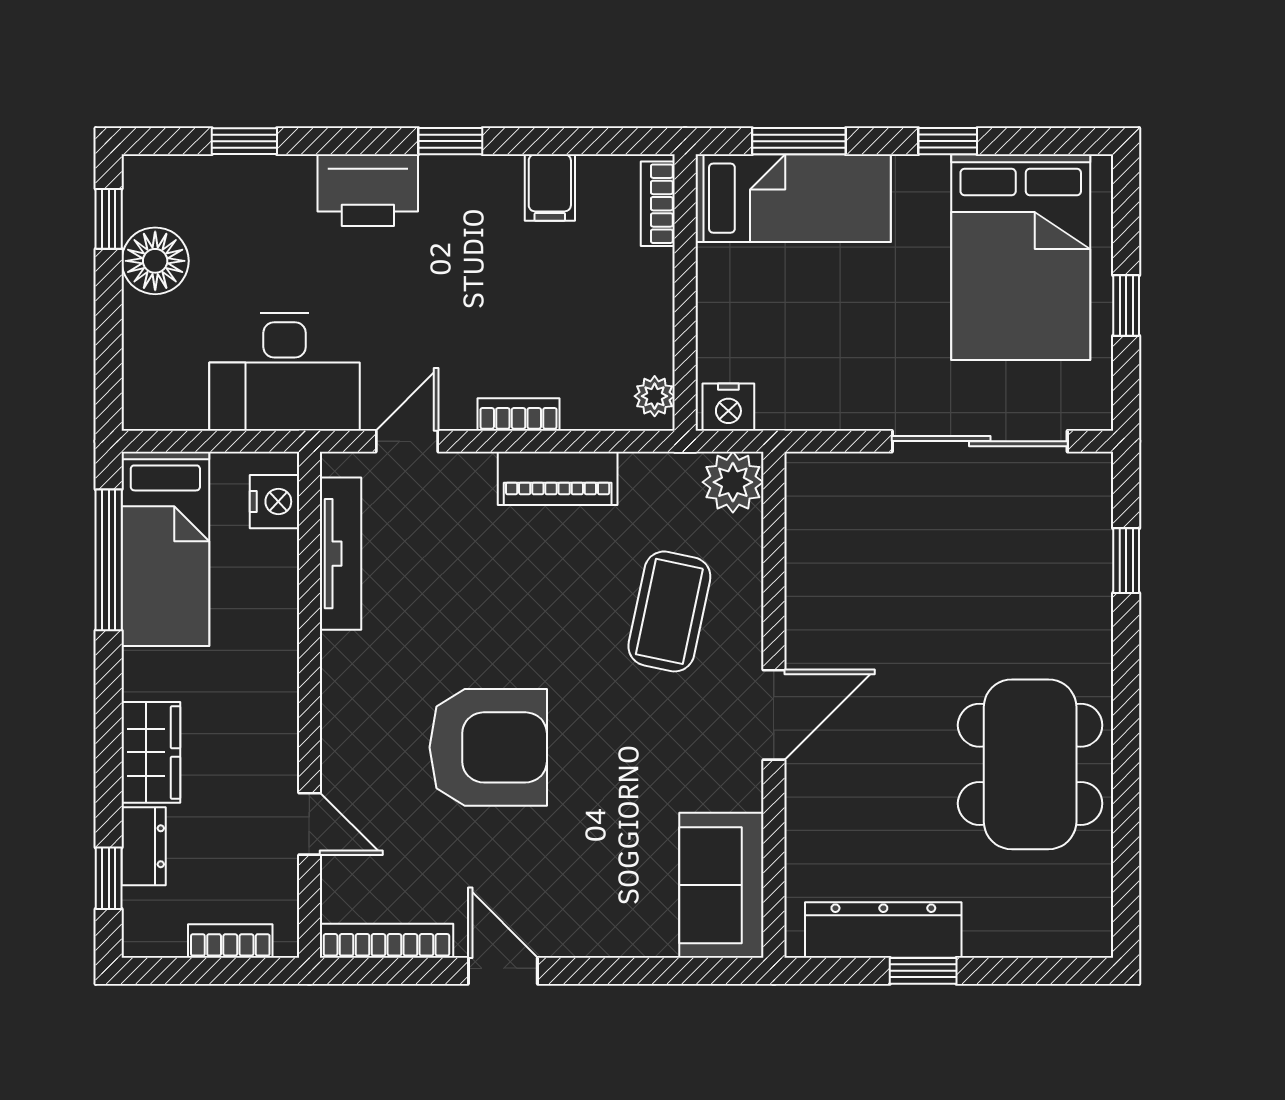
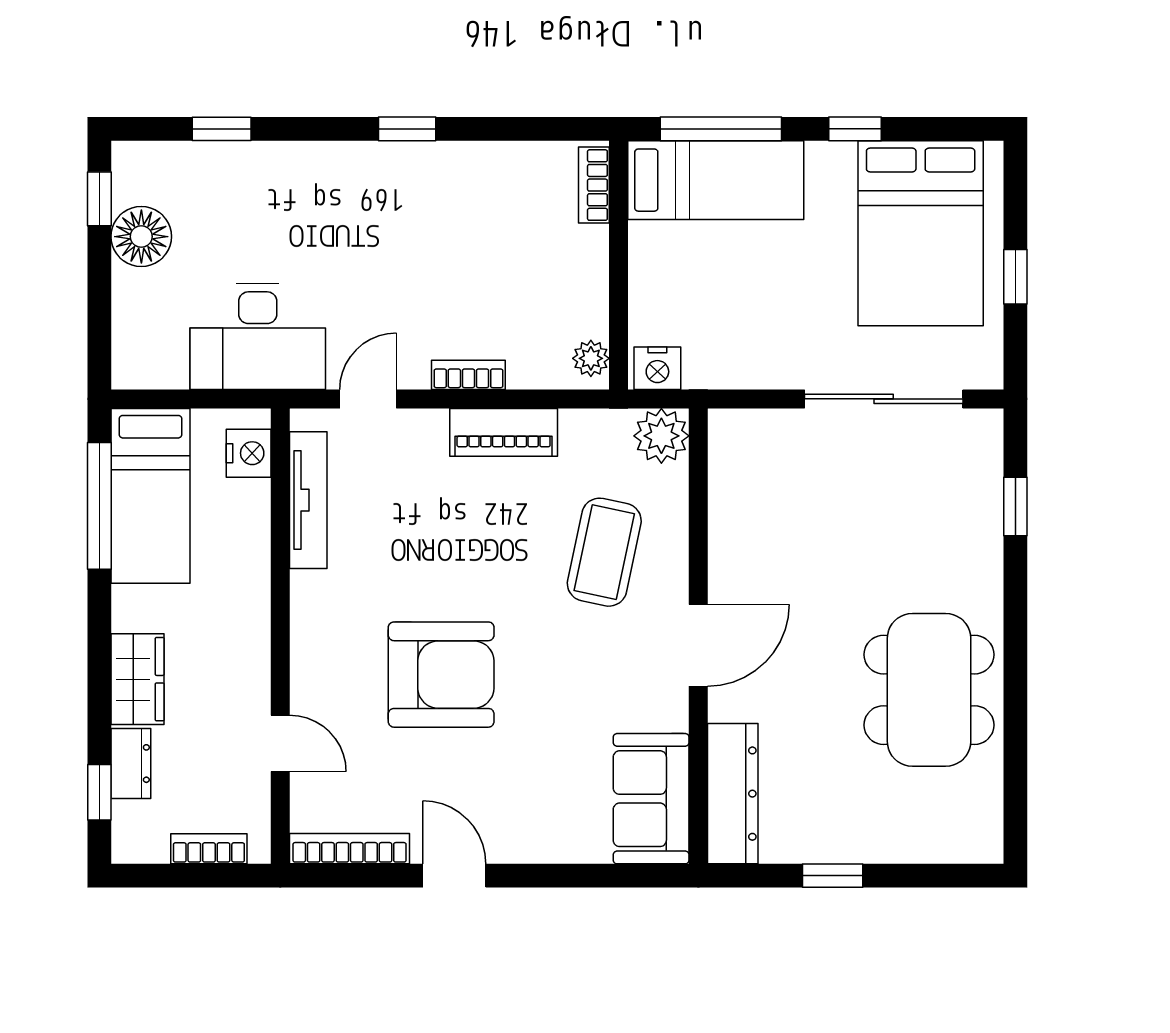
window: (799, 141) -> (721, 129), width x1.44
filing cabinet: (550, 188) -> (497, 171), removed
printer: (368, 190) -> (333, 173), removed
dresser: (883, 930) -> (733, 794), moved, turned 90

